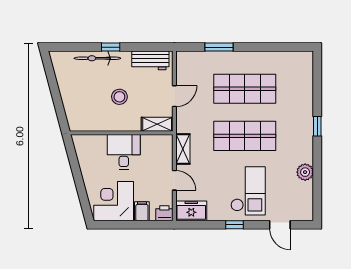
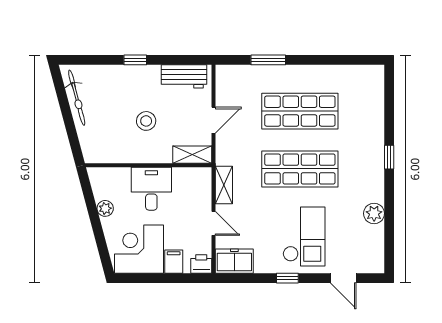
bicycle: (97, 58) -> (77, 98), moved, turned -105
plant: (86, 168) -> (105, 208), added

